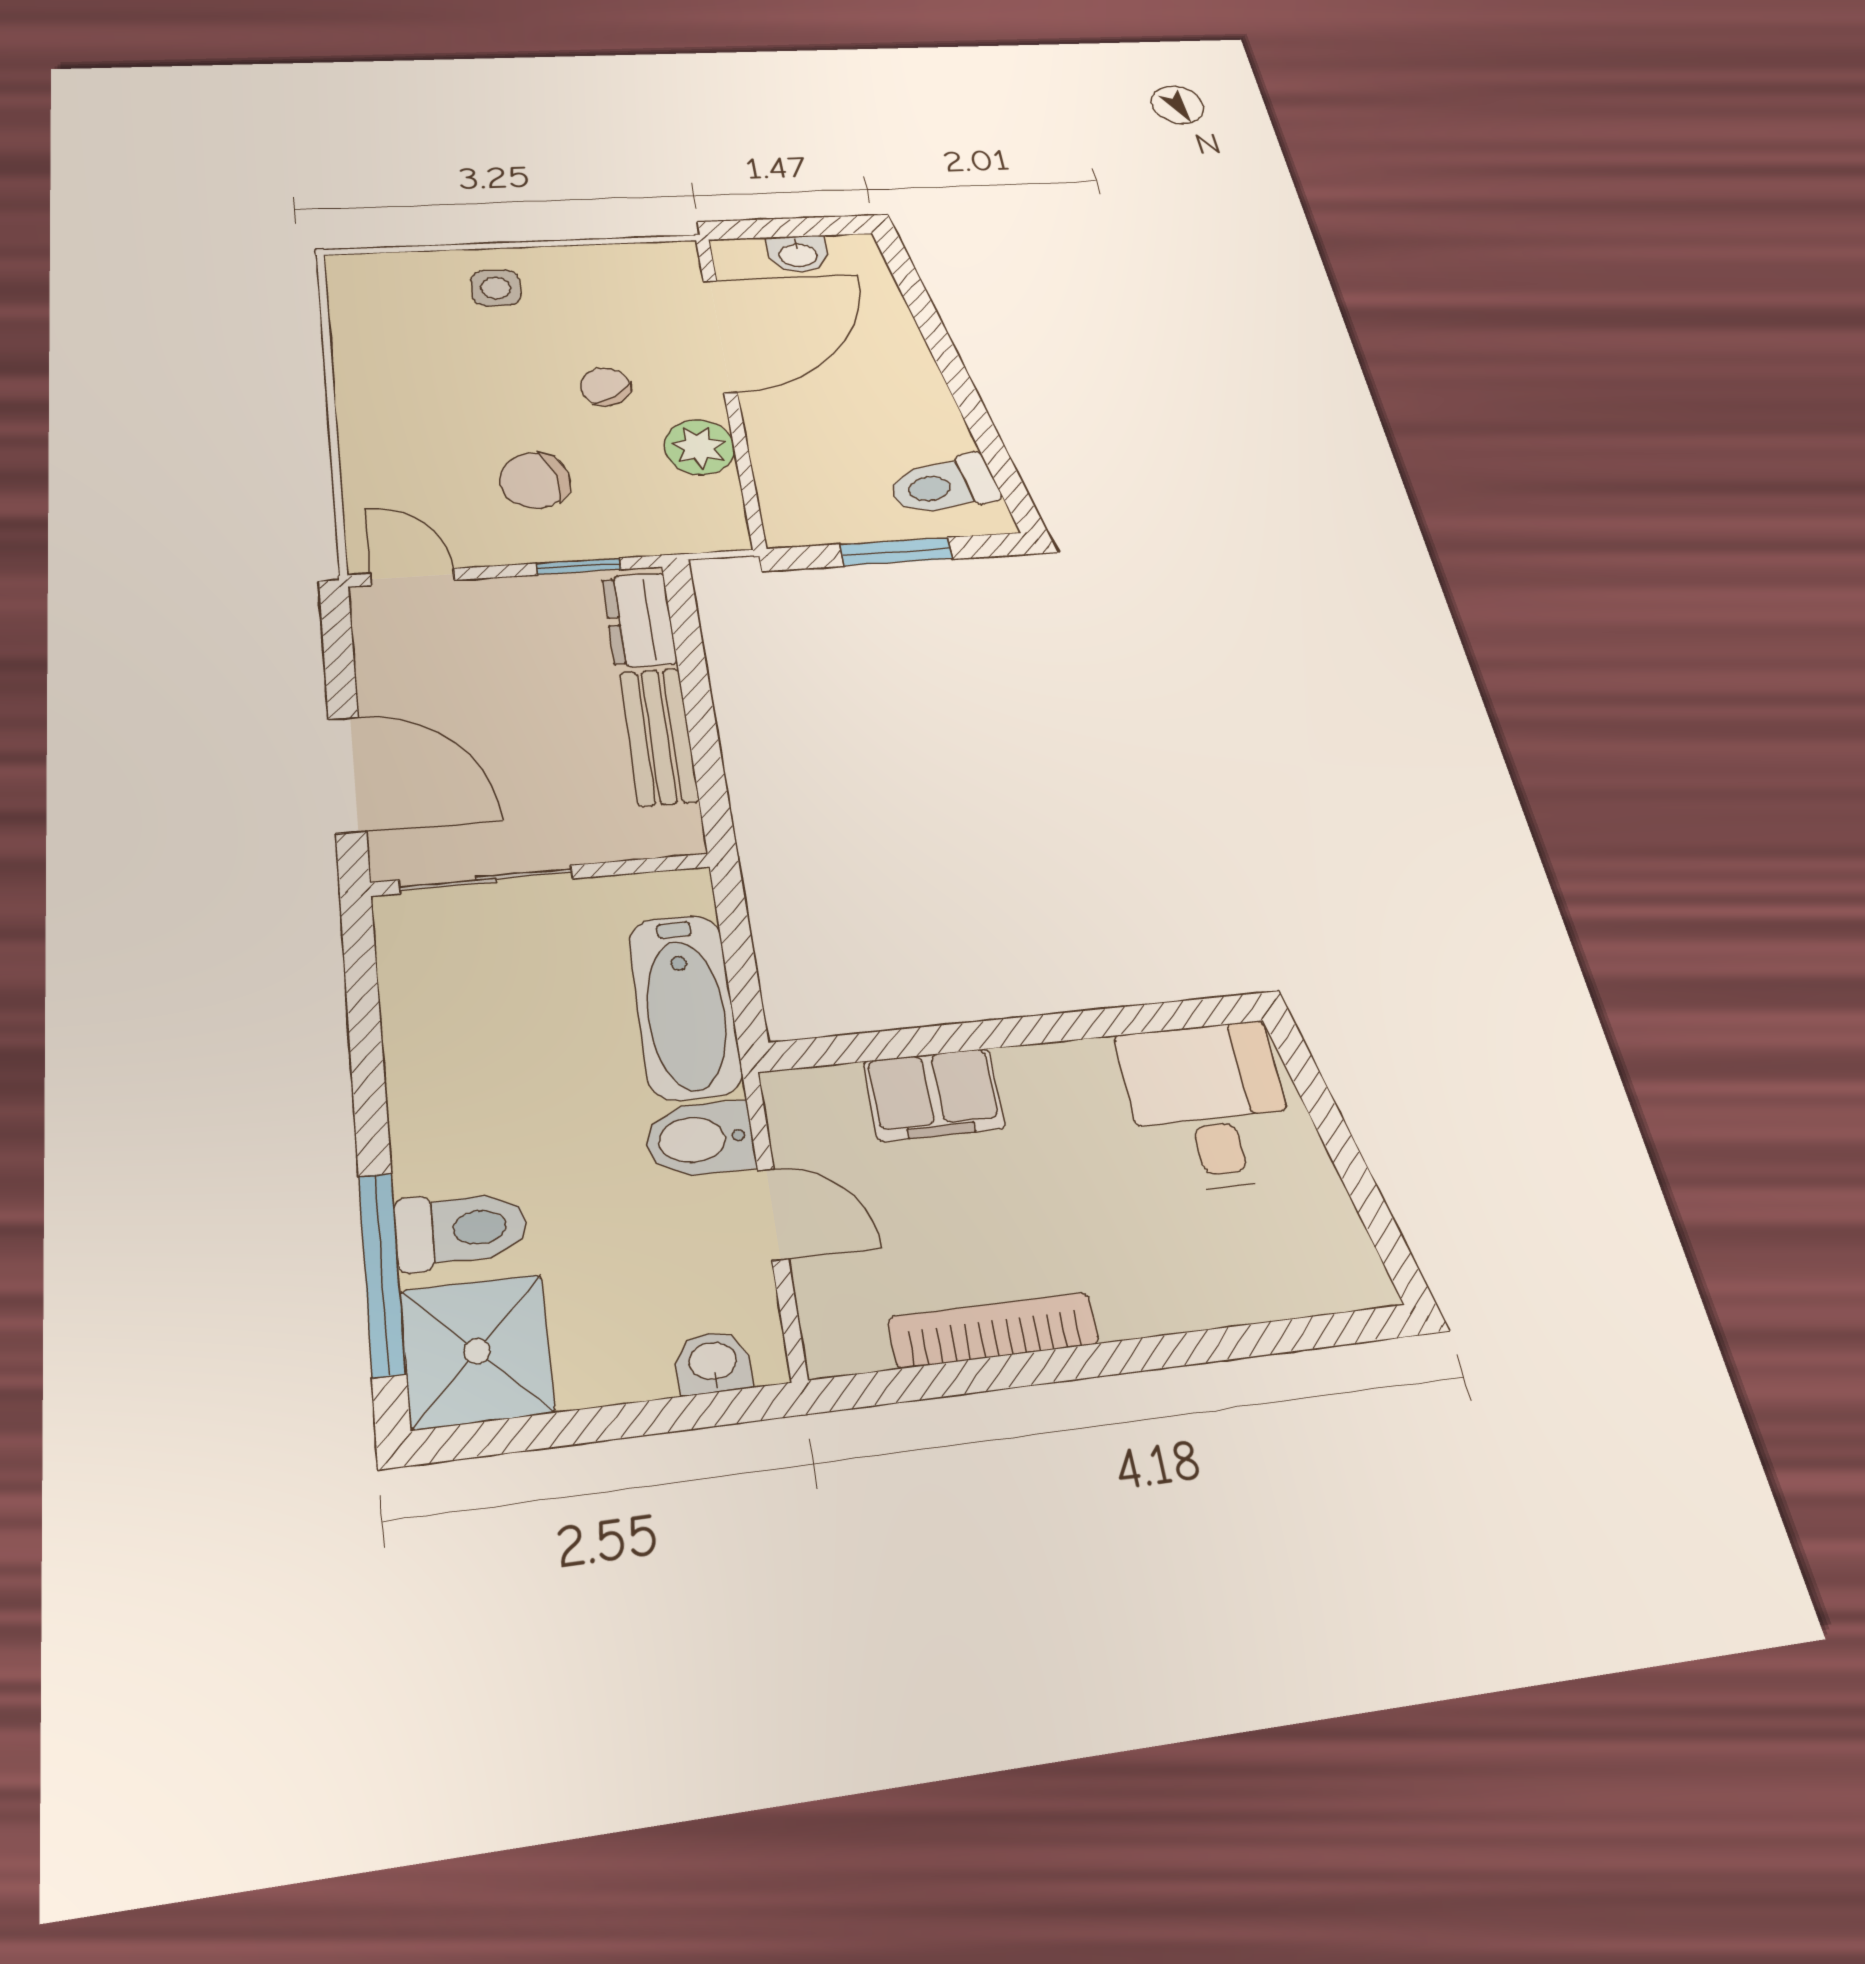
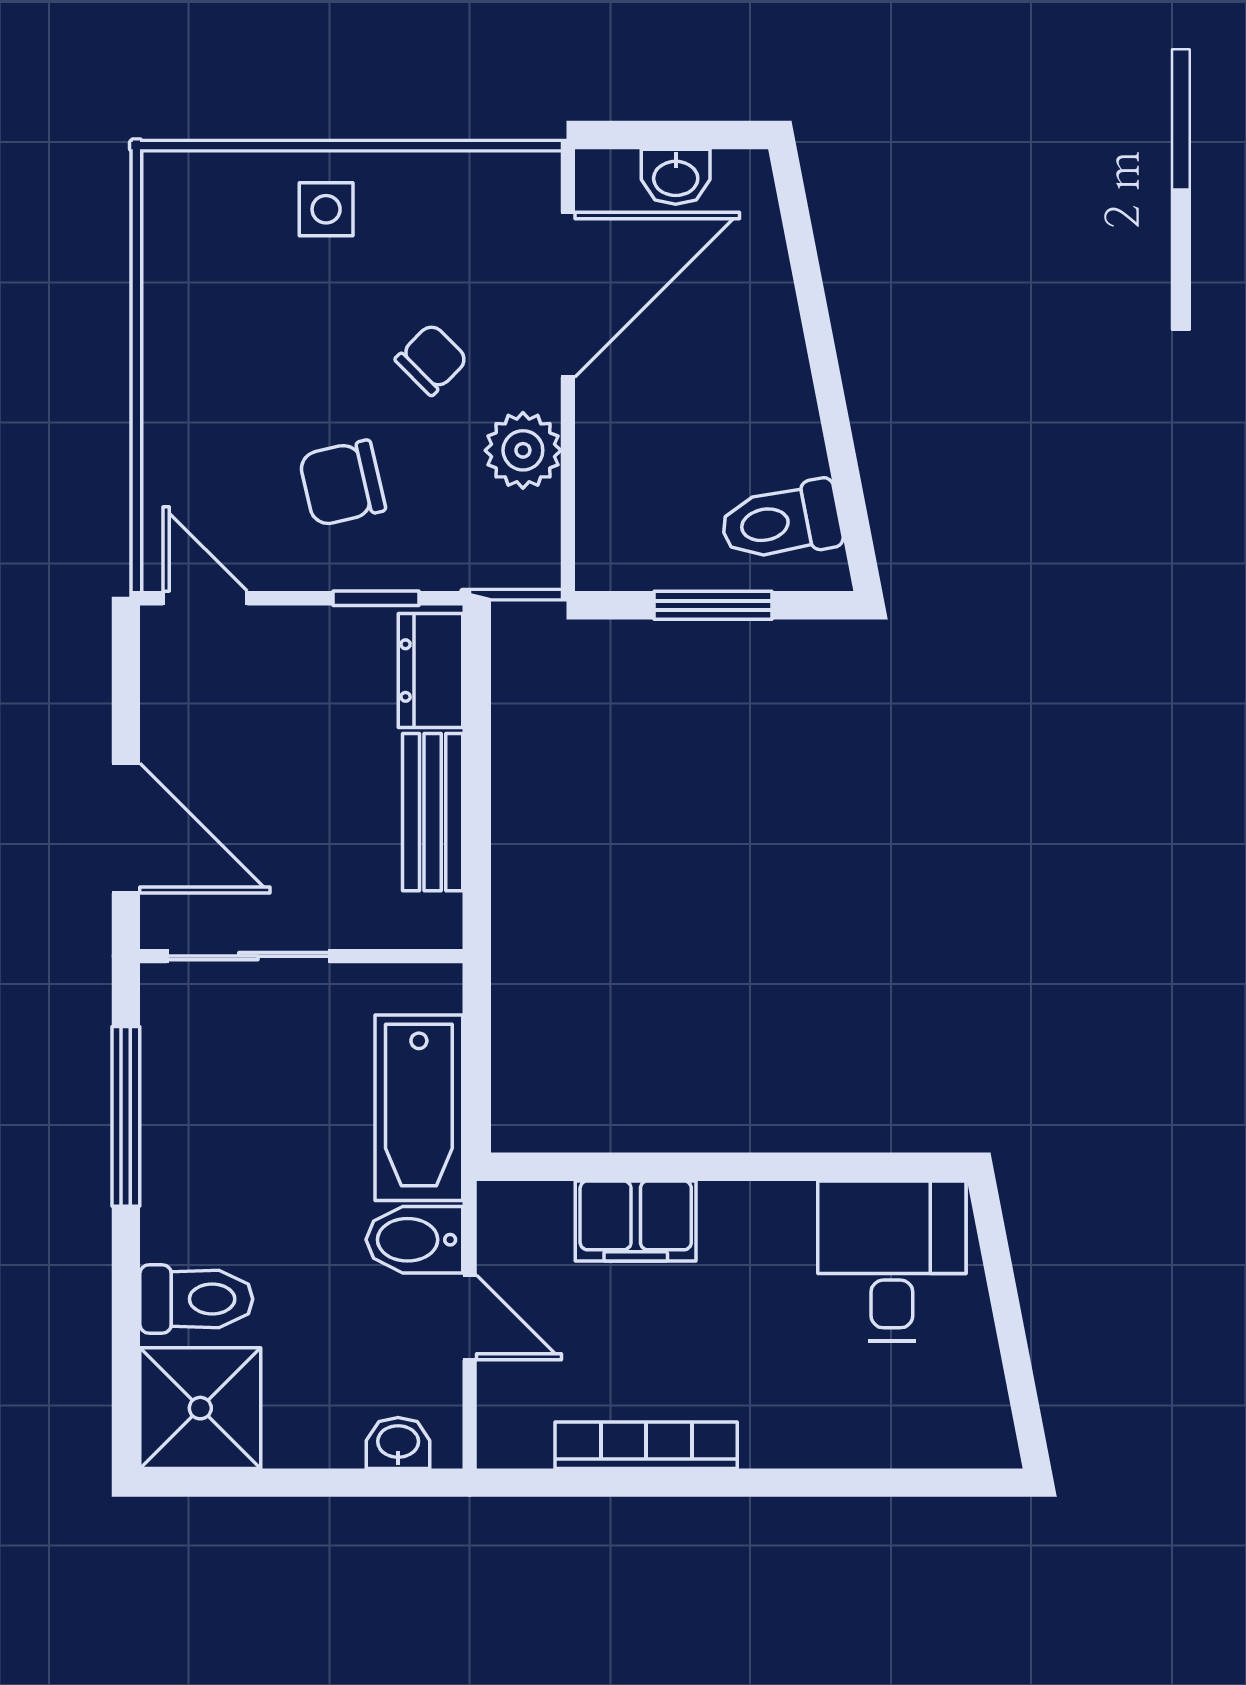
chair: (605, 387) -> (431, 359), turned 78
window: (382, 1274) -> (126, 1116), moved

